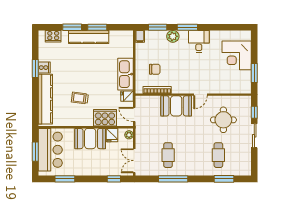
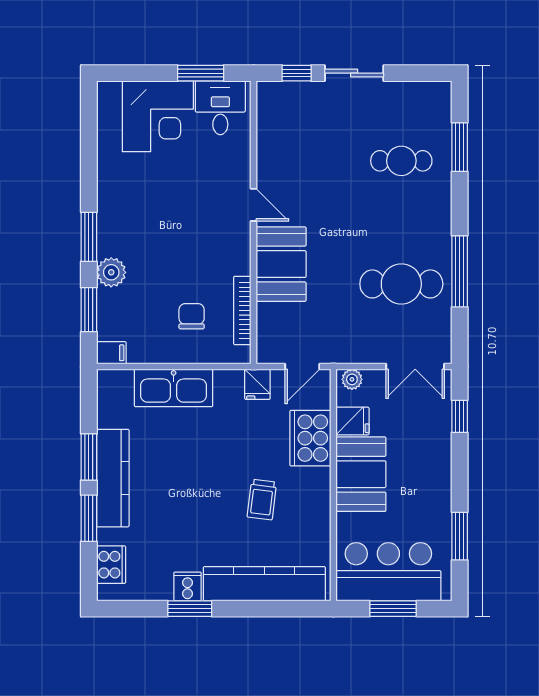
desk: (199, 41) -> (220, 108), moved, turned 90
kitchen sink: (125, 74) -> (174, 388), moved
round table: (223, 120) -> (315, 149), removed
cafe table: (168, 155) -> (401, 284), width x1.37, depth x1.35

